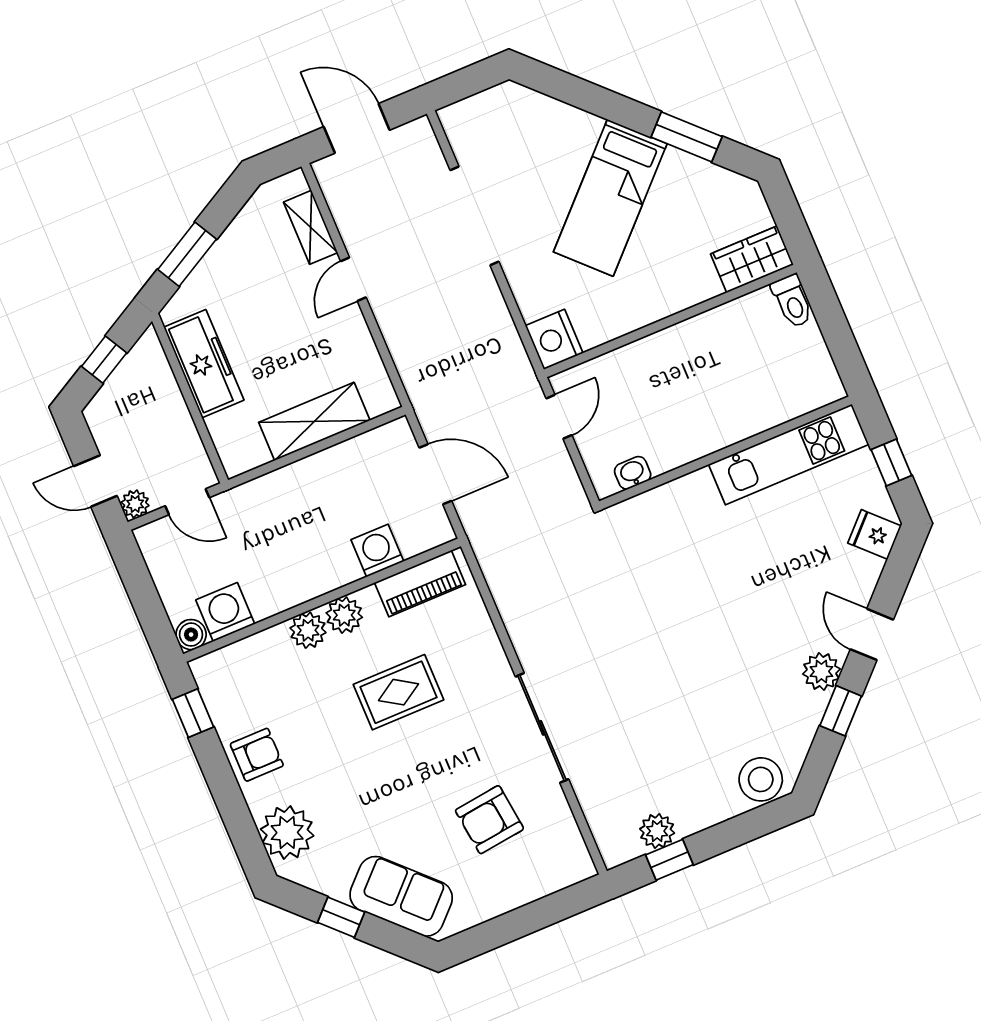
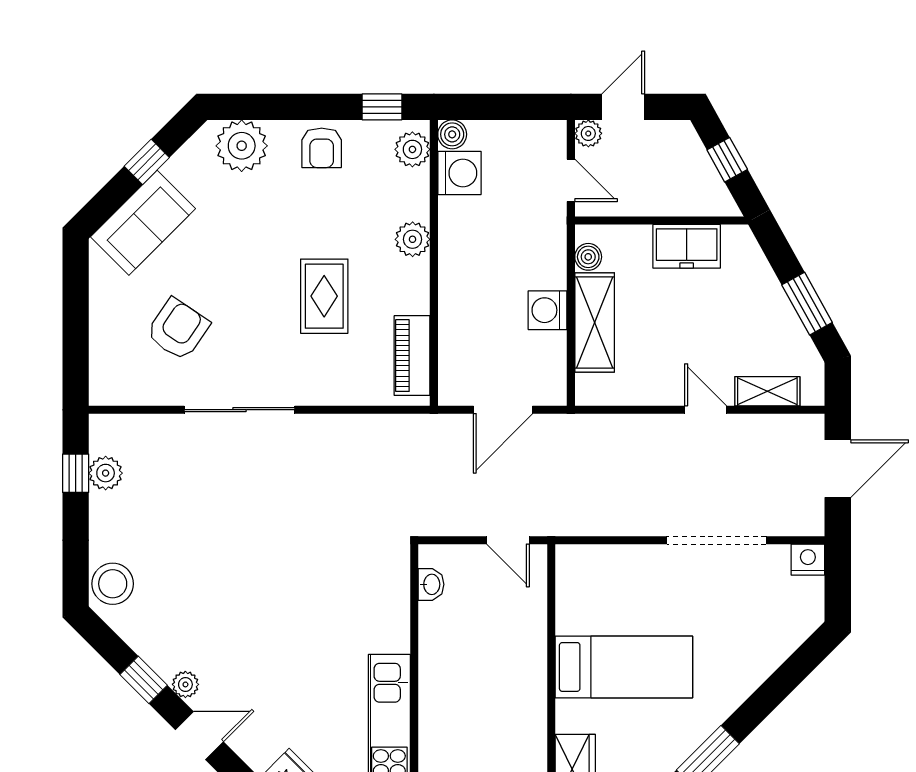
bed: (610, 198) -> (624, 667), moved, turned 135
window: (187, 254) -> (807, 304), moved
nightstand: (554, 339) -> (808, 560), moved, width x0.74, depth x0.75
freezer: (204, 364) -> (687, 246), width x0.71
boiler: (254, 454) -> (588, 257), added
door: (187, 502) -> (571, 180), swing flipped
washing machine: (377, 551) -> (548, 310), moved, turned 180
plant: (344, 615) -> (412, 149), moved
plant: (821, 672) -> (185, 684), width x0.73, depth x0.73
armchair: (489, 820) -> (178, 329), turned 41

